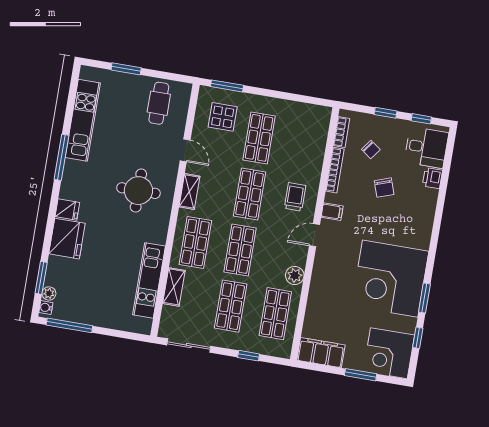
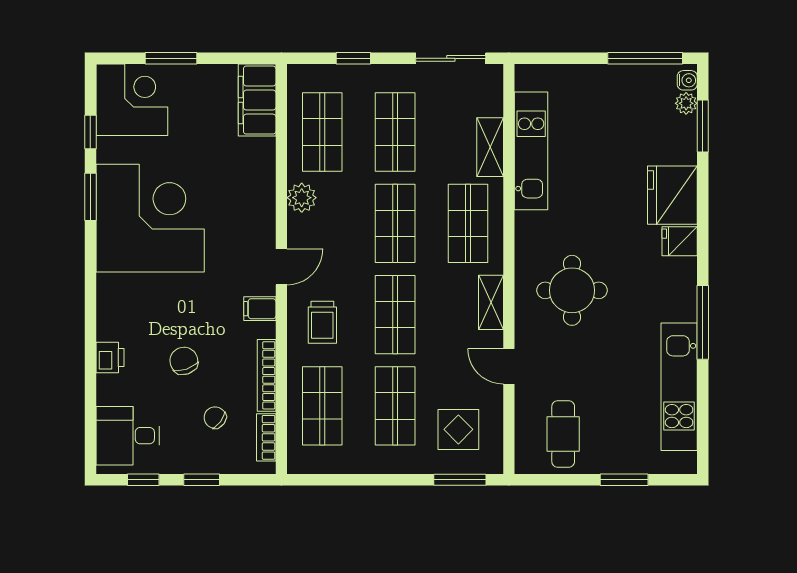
shop shelf: (304, 146) -> (322, 406), added
printer: (432, 178) -> (110, 358), moved
filing cabinet: (321, 353) -> (257, 100), moved, turned 90

